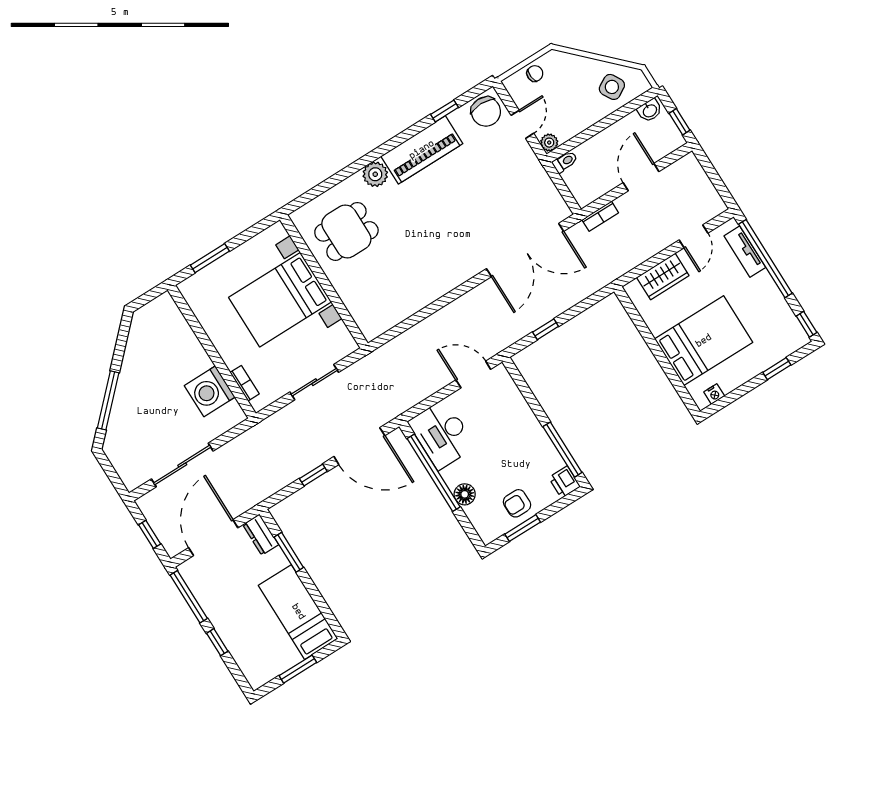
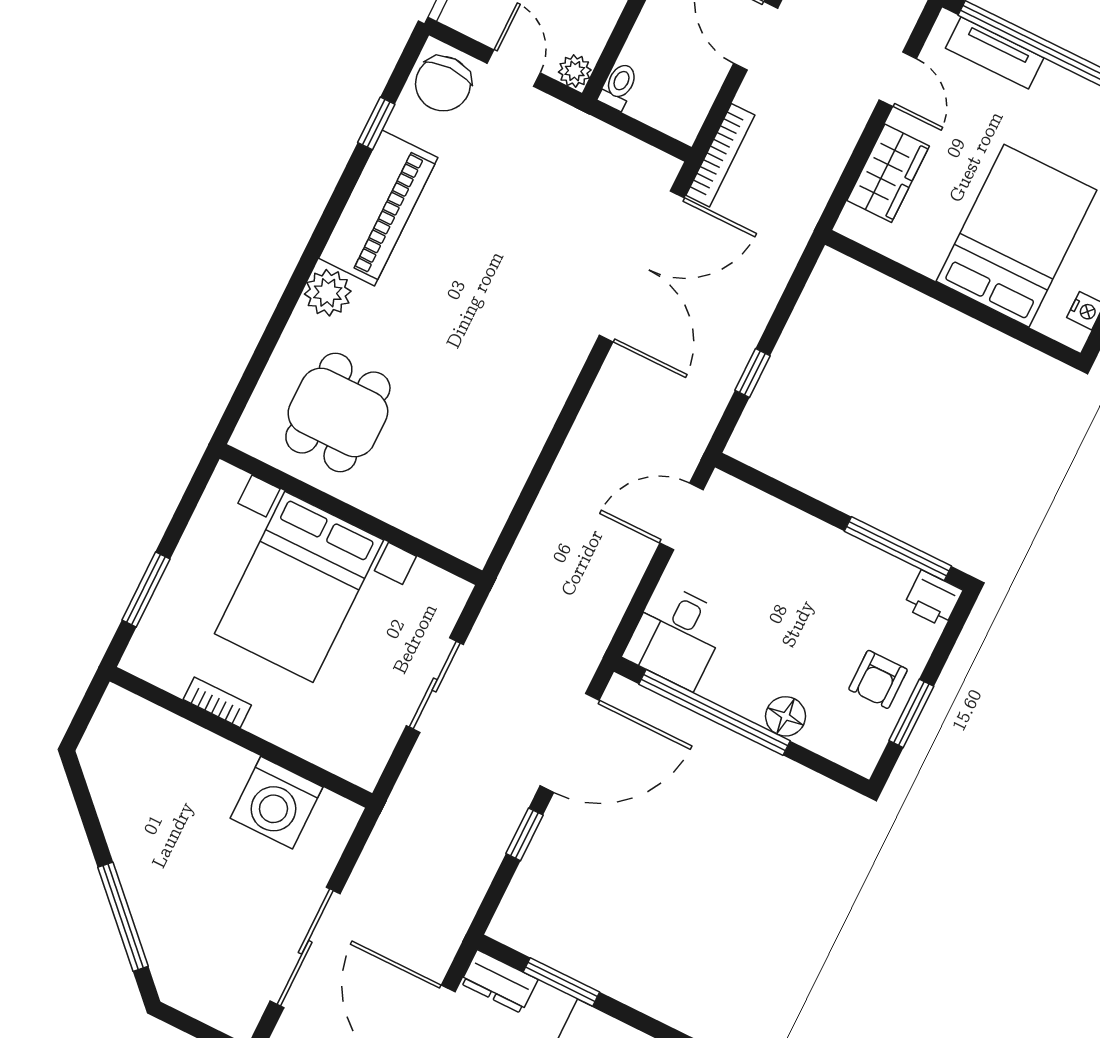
chair: (486, 112) -> (443, 84), turned 90
bookcase: (600, 216) -> (720, 155), width x1.56
bookcase: (245, 383) -> (217, 702), moved
desk: (442, 434) -> (676, 636), width x0.73

